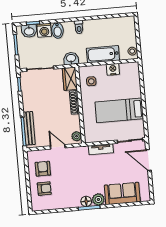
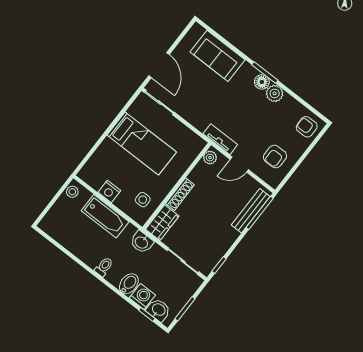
door: (58, 147) -> (239, 165), hinge flipped
tv unit: (101, 149) -> (220, 139), moved
armchair: (44, 189) -> (307, 127), moved
plant: (98, 199) -> (275, 93), moved

